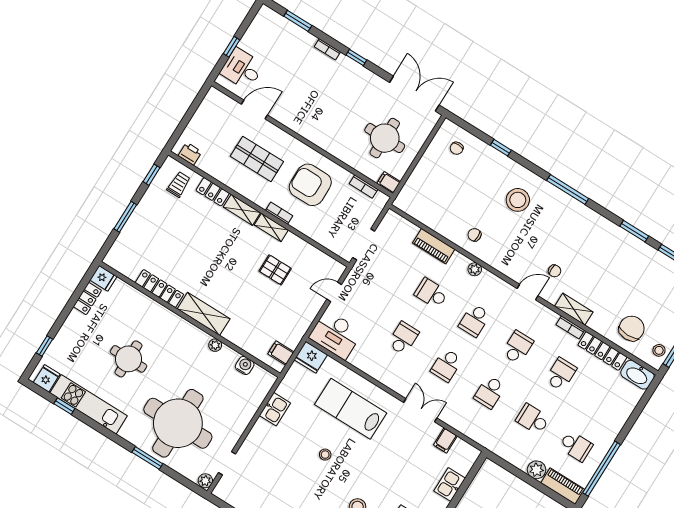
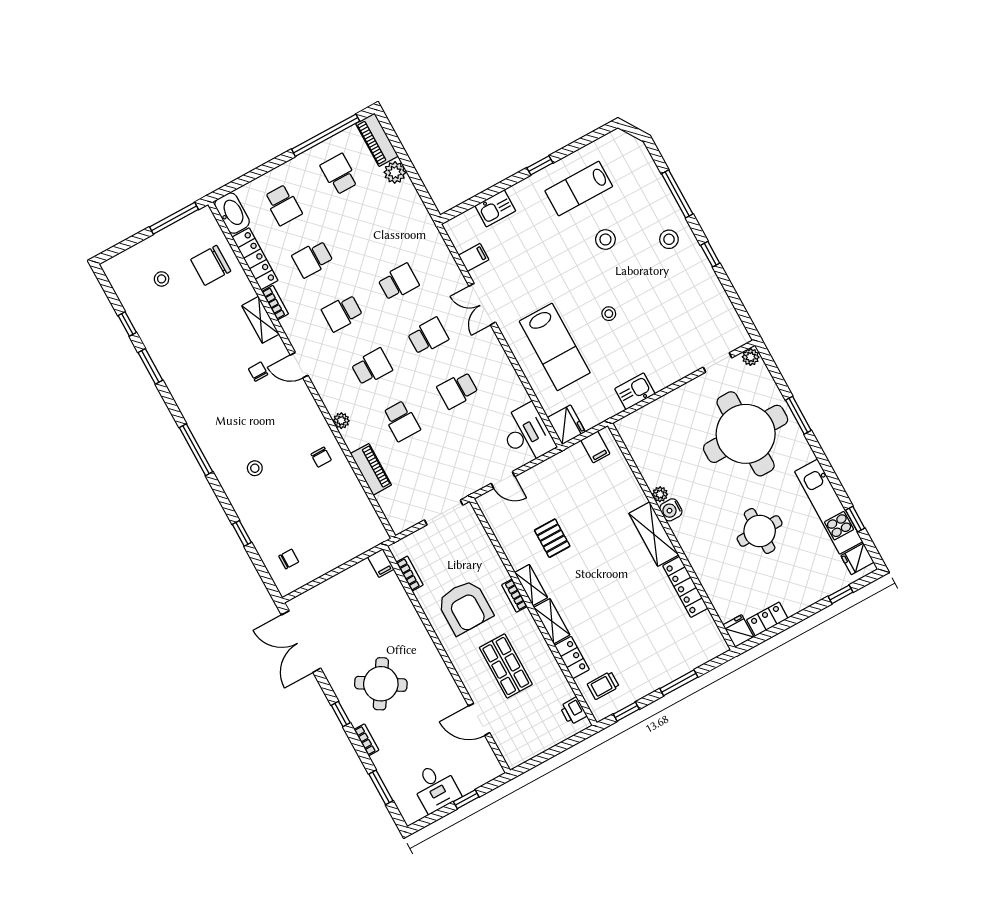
desk: (242, 69) -> (435, 787), moved
round table: (385, 138) -> (381, 684), moved, turned 32
stool: (518, 200) -> (255, 468), width x0.53, depth x0.53
stool: (659, 350) -> (162, 279), moved
water cooler: (245, 365) -> (671, 510), moved
school desk: (533, 419) -> (283, 205), moved

